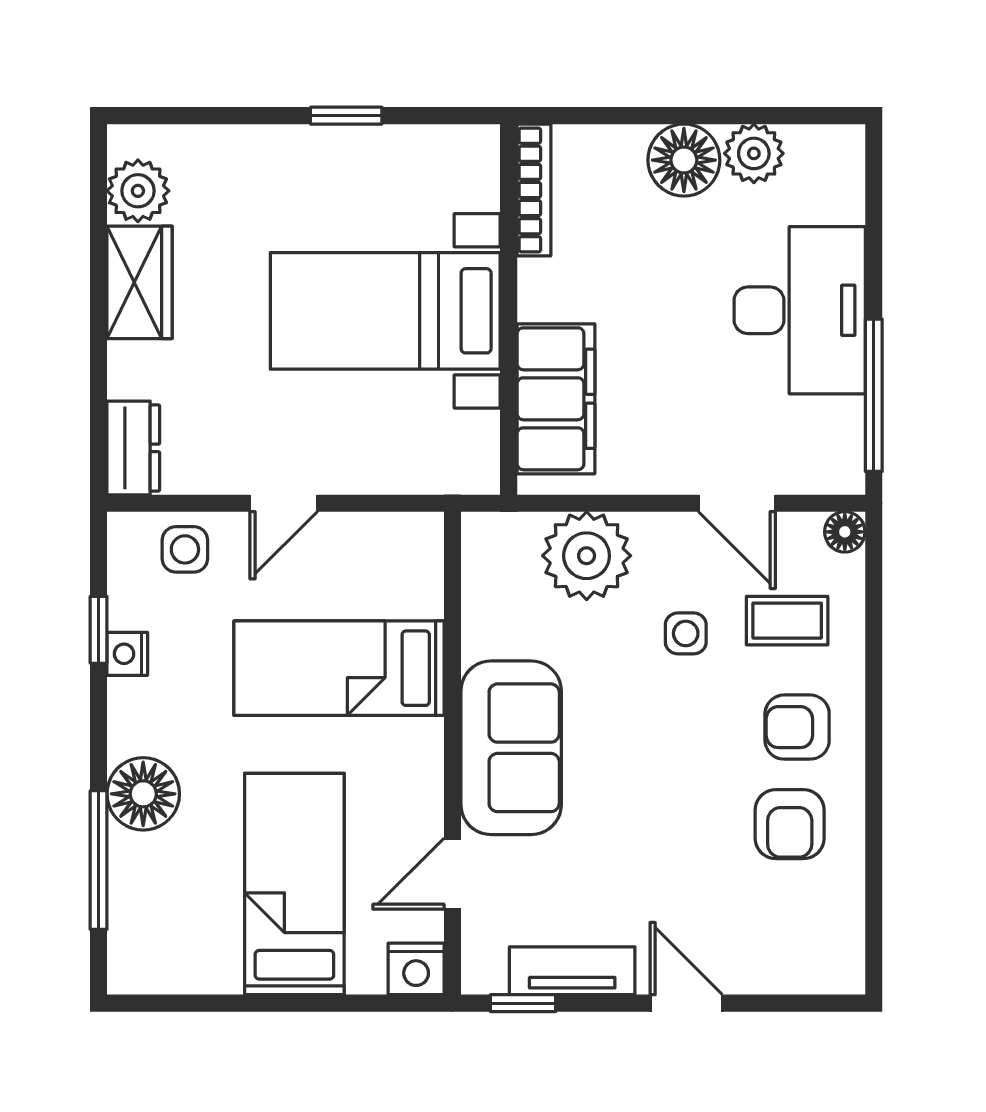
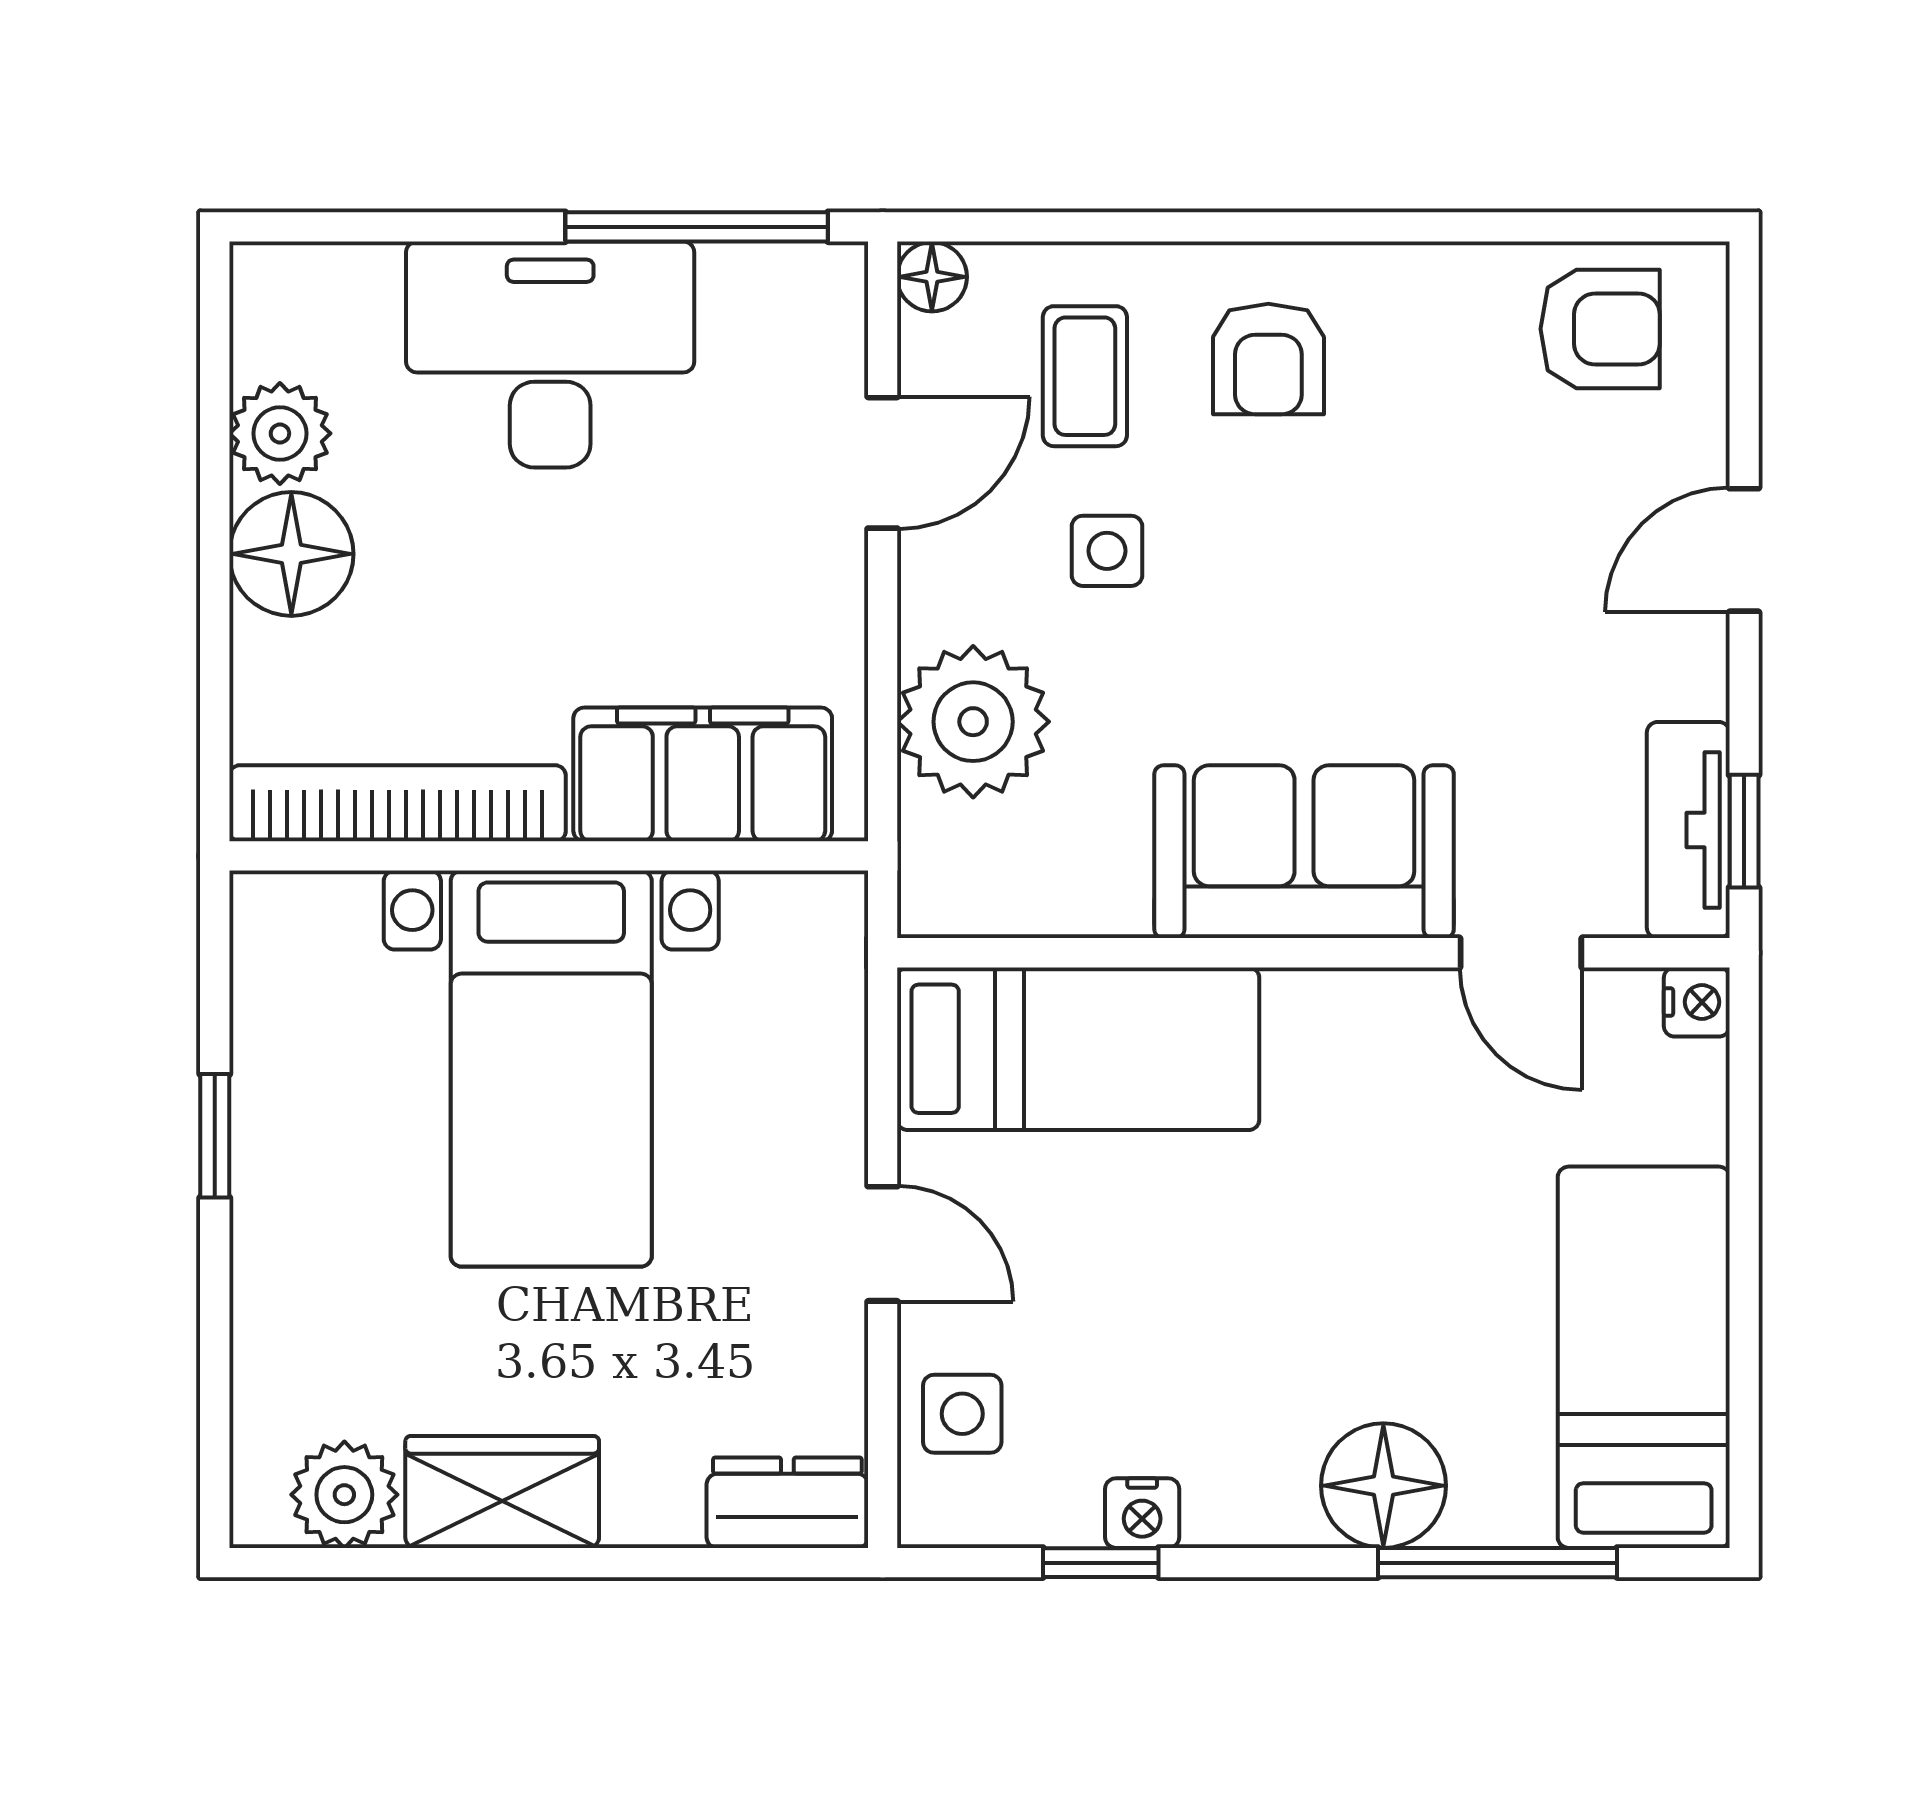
bookcase: (534, 190) -> (398, 803), width x1.48, depth x1.31
bed: (339, 668) -> (1078, 1049), moved, turned -90
armchair: (790, 824) -> (1600, 329), moved
bed: (294, 884) -> (1644, 1357), moved, turned 90
nightstand: (416, 969) -> (1697, 1002), width x0.72, depth x0.74
tv unit: (572, 971) -> (1688, 830), moved

